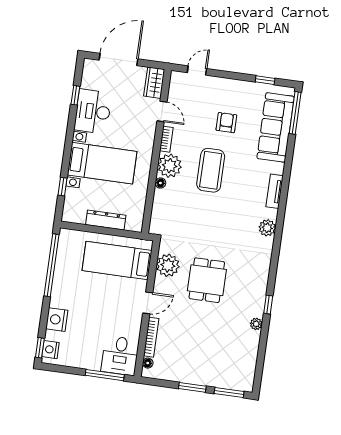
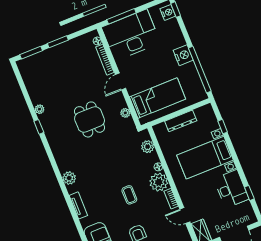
coffee table: (211, 170) -> (129, 195), width x0.54, depth x0.58
plant: (159, 212) -> (148, 147), added
plant: (168, 265) -> (125, 113), width x0.53, depth x0.53
nightstand: (57, 320) -> (183, 55), moved
desk: (120, 356) -> (131, 35), width x1.87, depth x1.30

